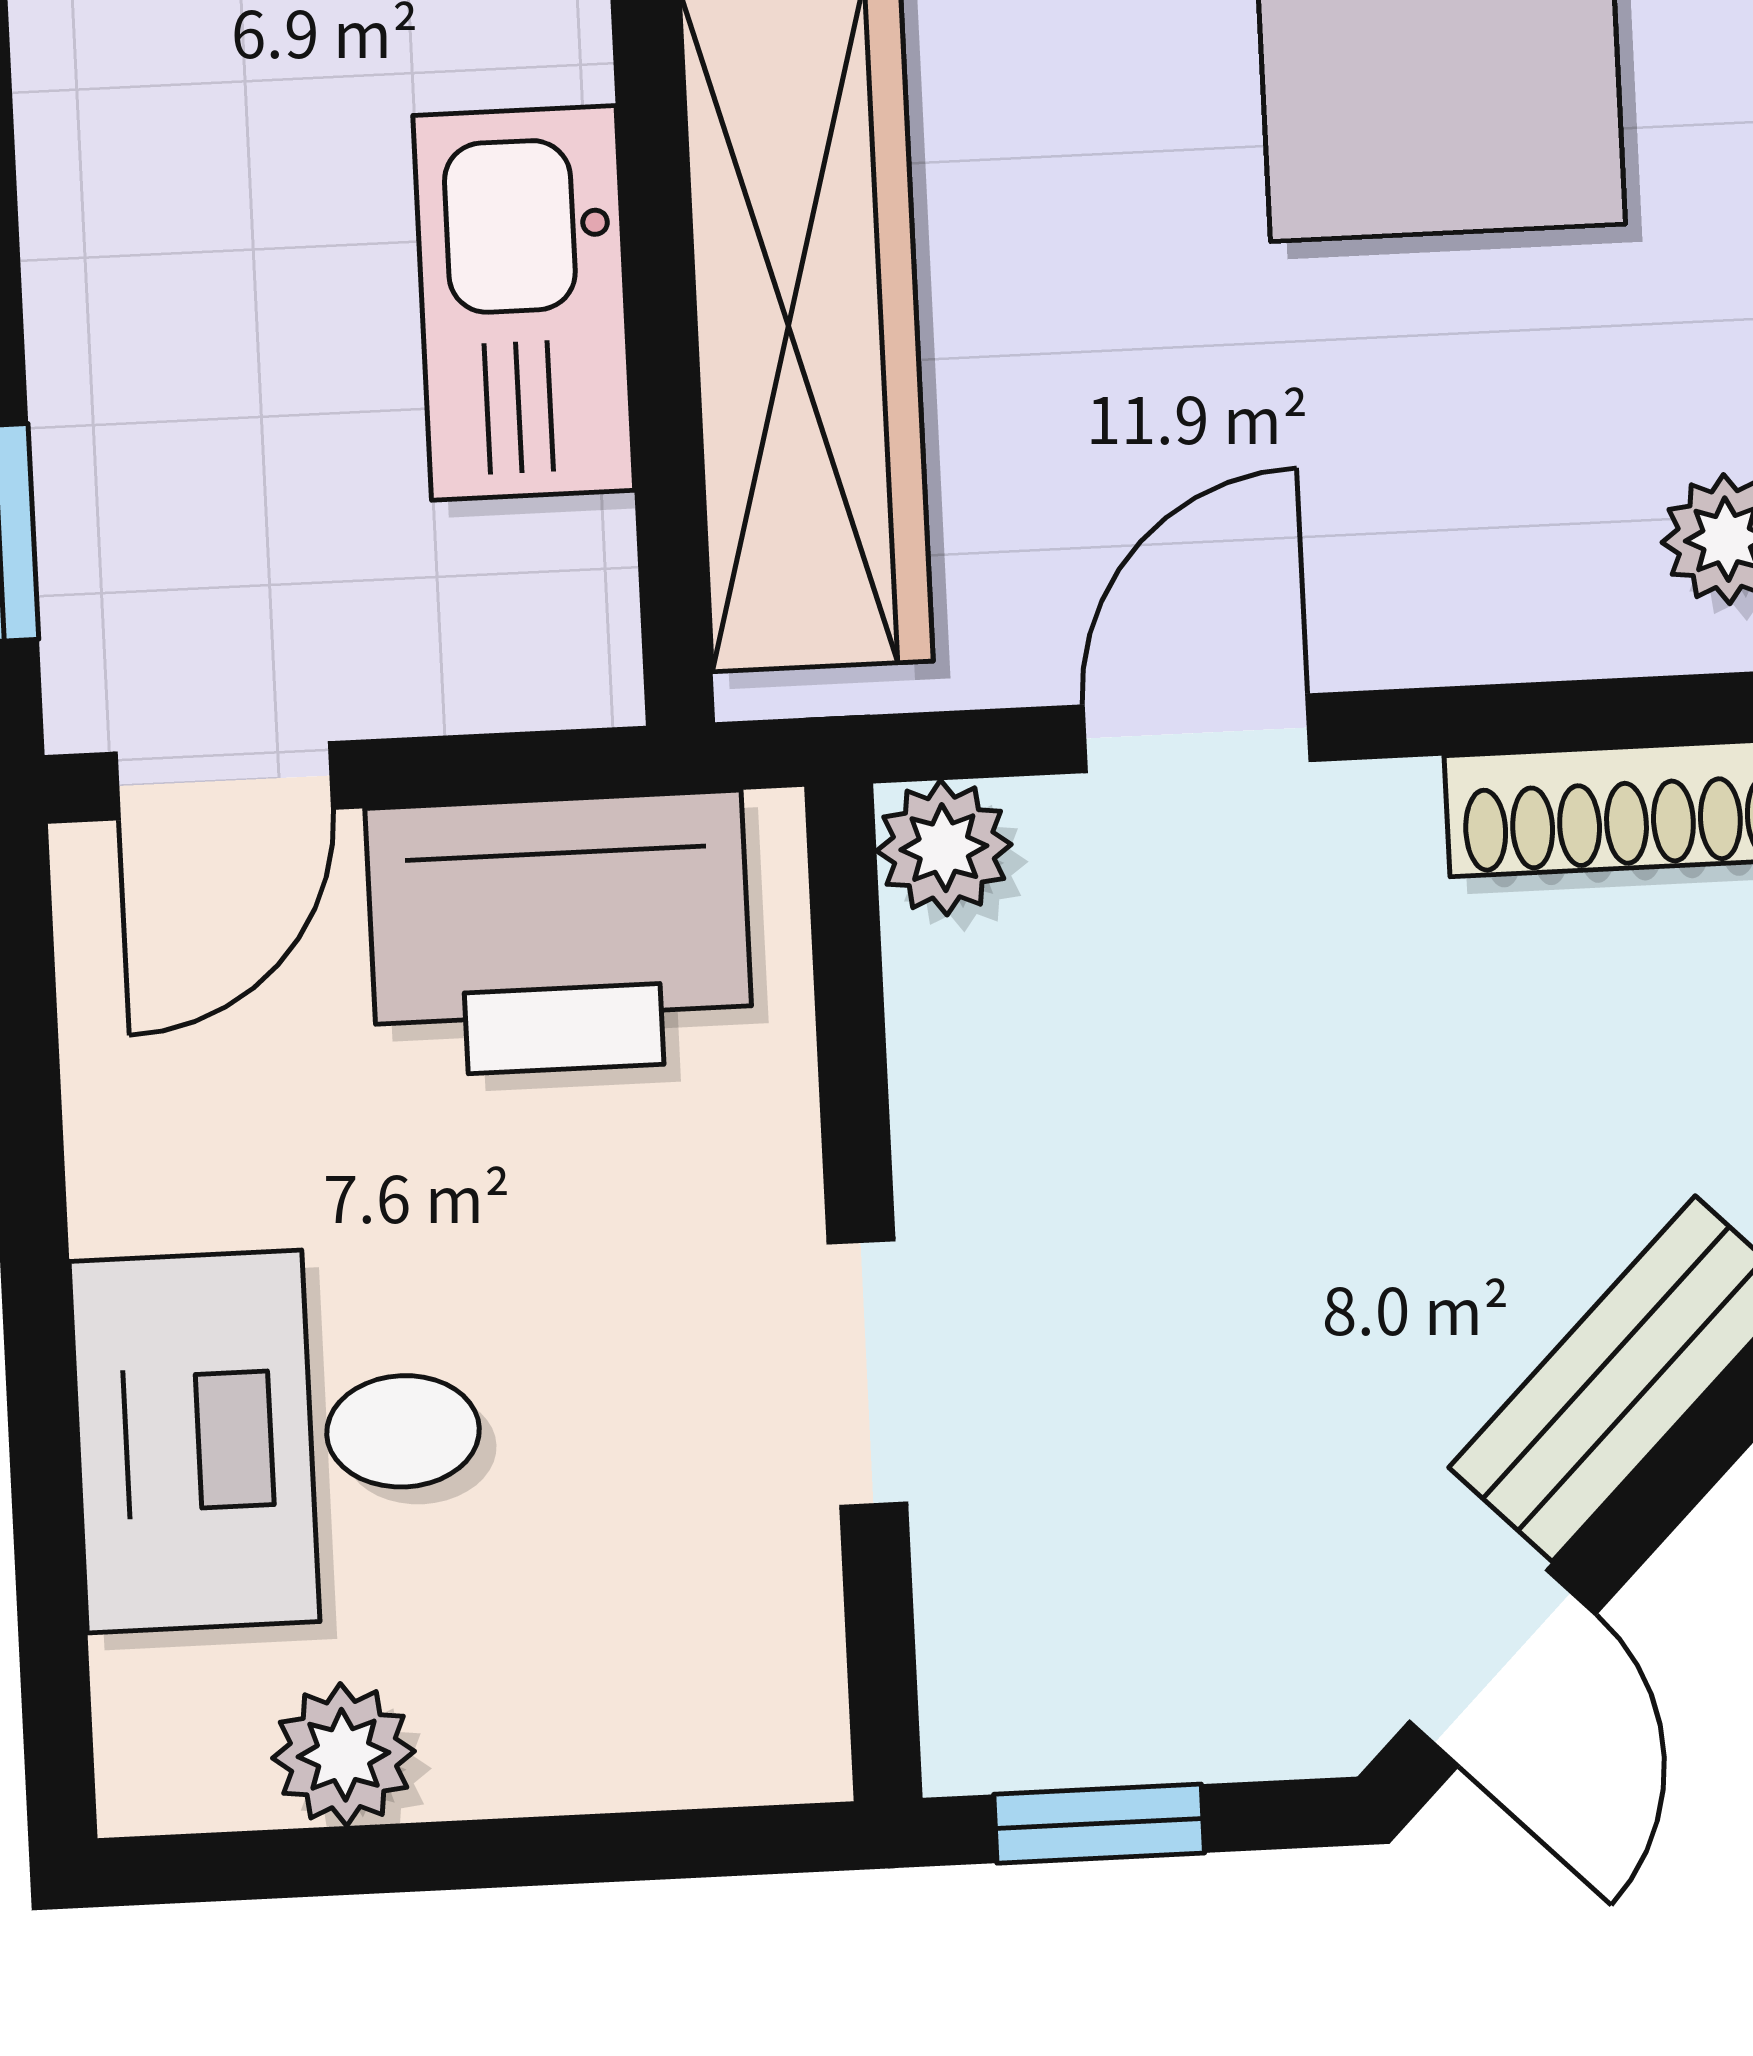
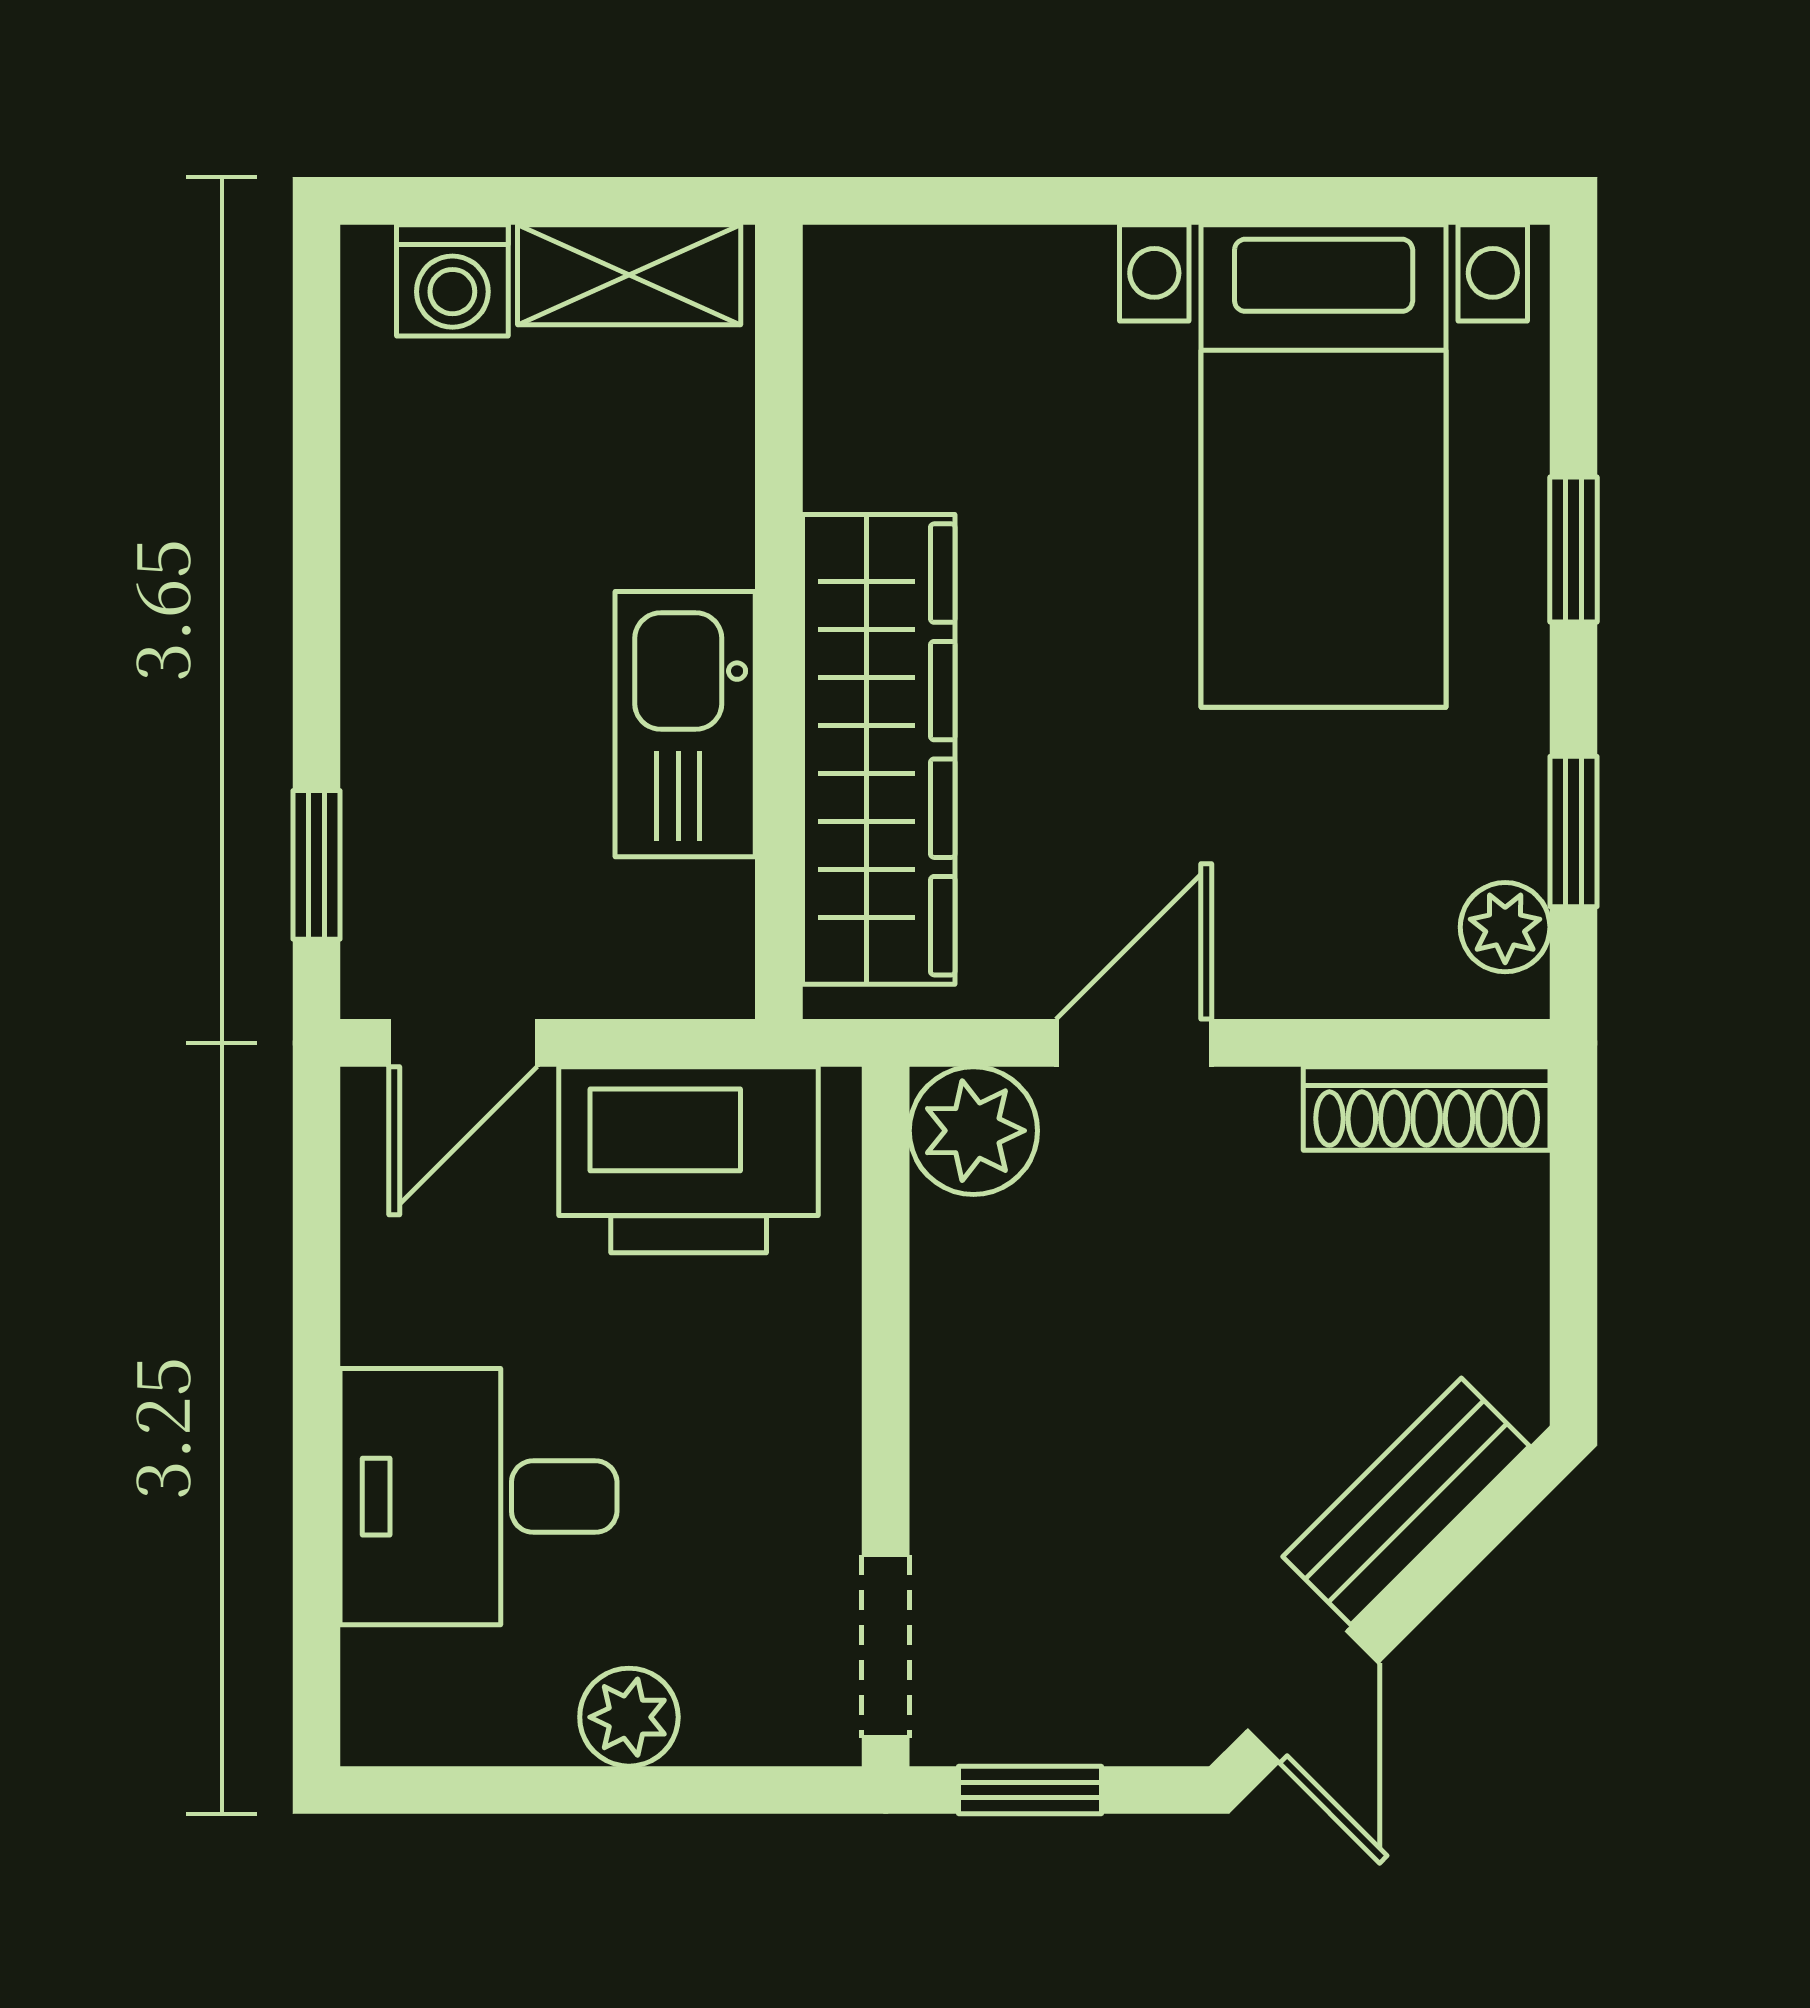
plant: (944, 848) -> (973, 1131), width x1.38, depth x1.38
doorway: (867, 1373) -> (886, 1646), moved
plant: (344, 1755) -> (629, 1717), moved

